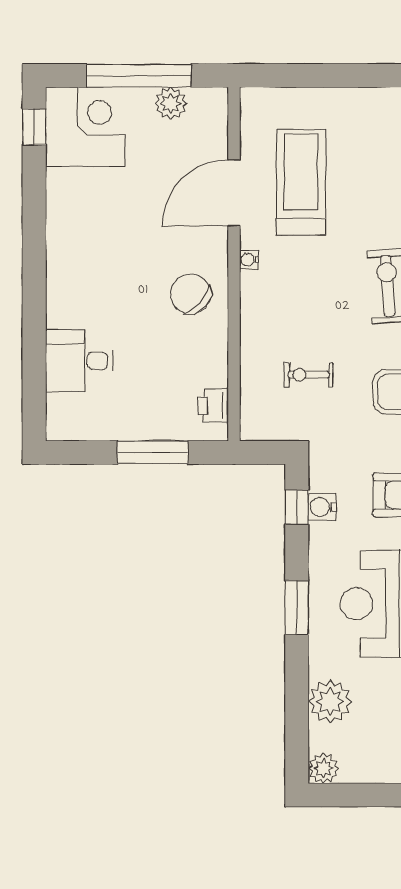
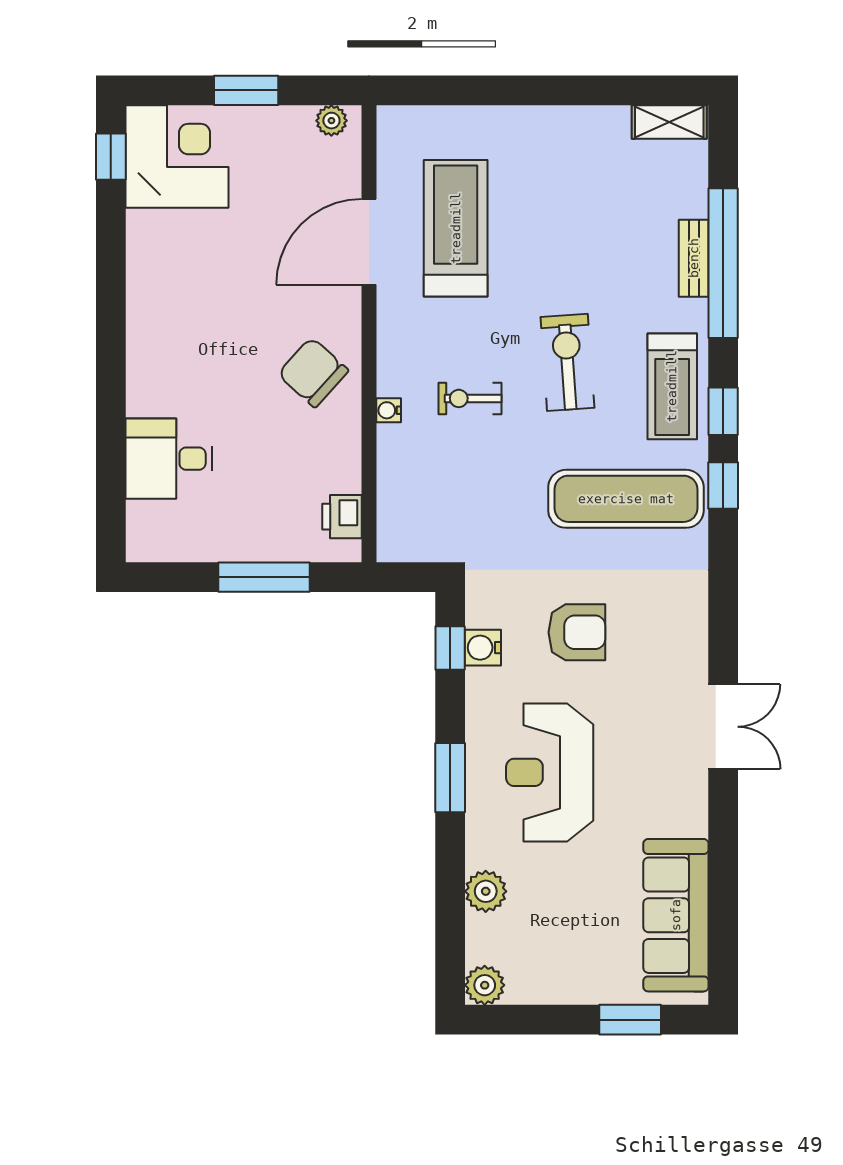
window: (139, 76) -> (246, 90), width x0.47
plant: (171, 103) -> (331, 121), moved, width x0.73, depth x0.73
water cooler: (249, 260) -> (389, 410), moved
exercise bike: (309, 375) -> (470, 398), moved
plant: (330, 701) -> (486, 891), width x0.73, depth x0.73

